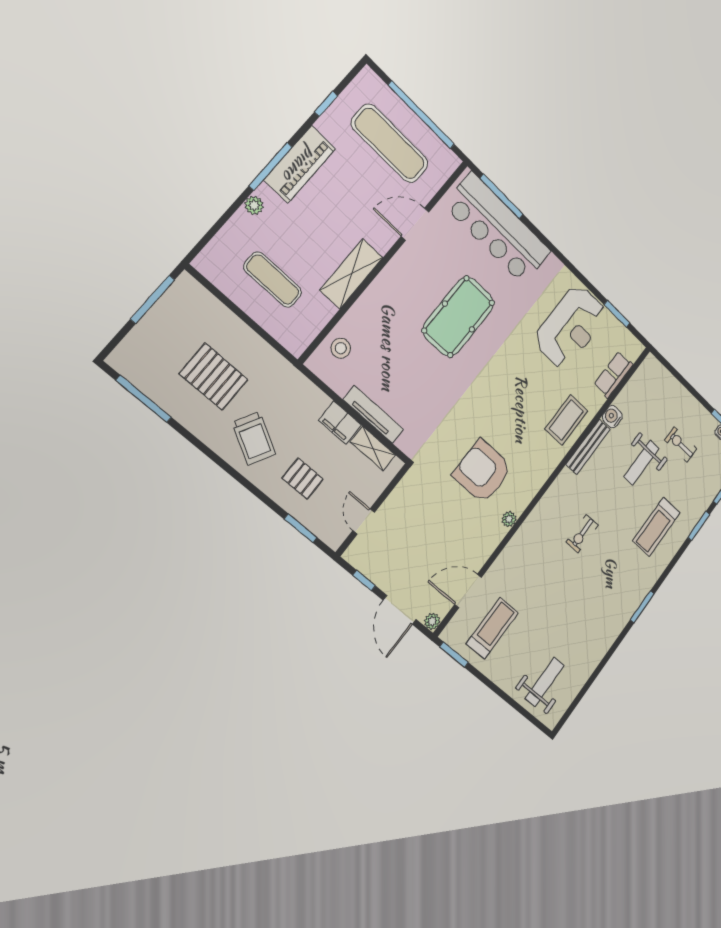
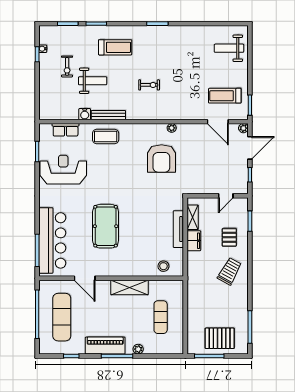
pool table: (458, 317) -> (106, 226), turned 90
pallet: (214, 377) -> (220, 338), moved, turned 90

